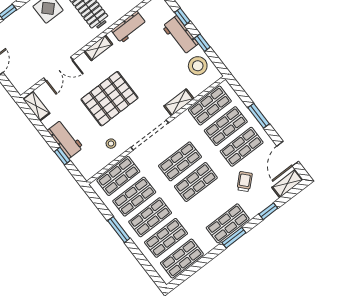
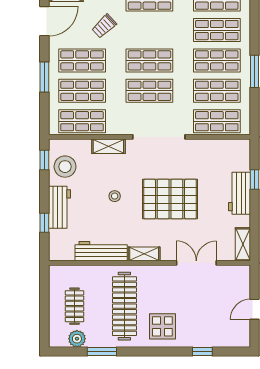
workbench: (129, 27) -> (101, 251), width x1.38
window: (202, 43) -> (44, 160), moved
stool: (111, 144) -> (115, 196), moved

